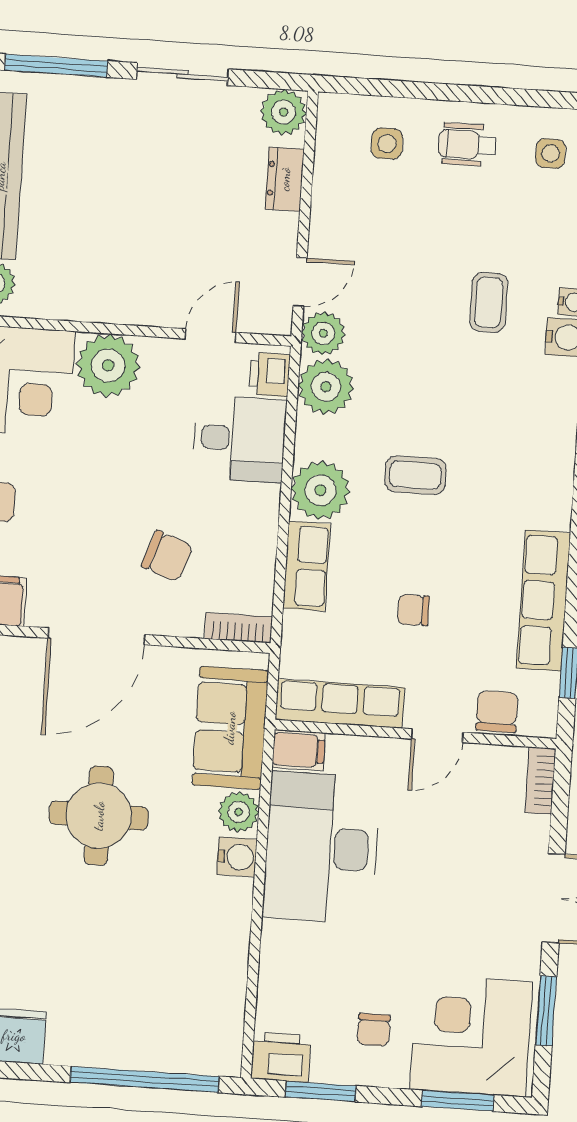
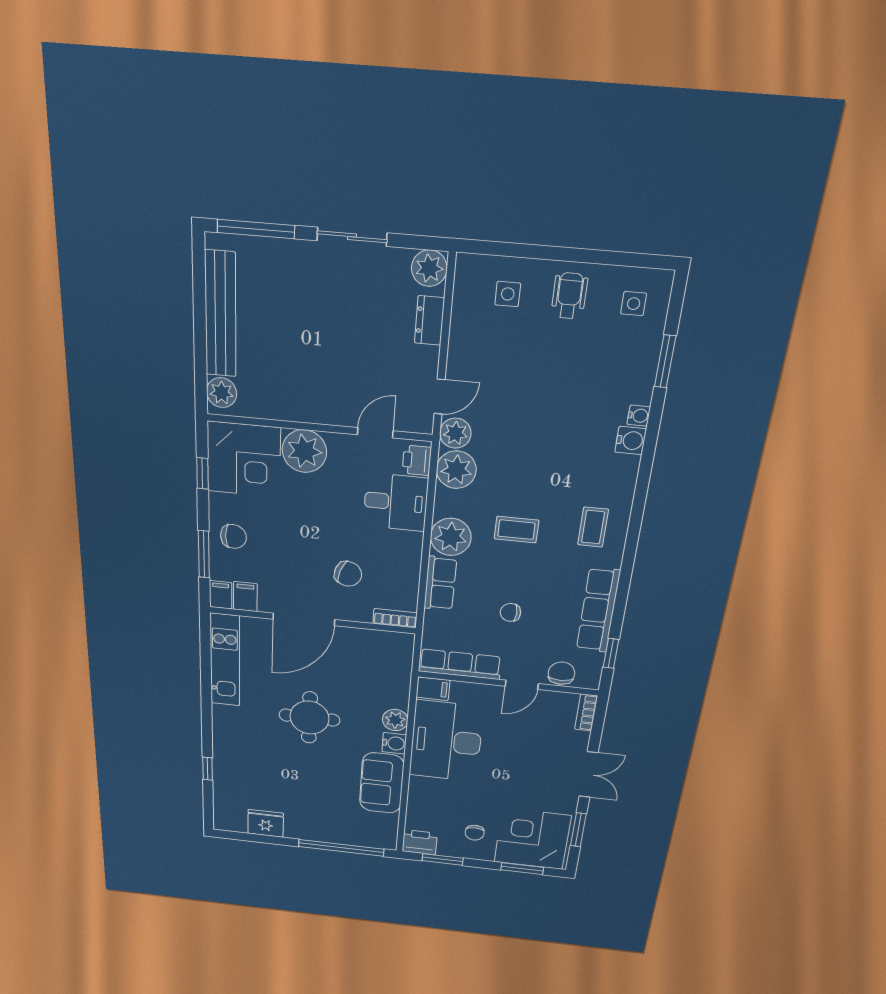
wheelchair: (467, 145) -> (569, 296), turned 90
coffee table: (489, 302) -> (593, 527), moved
sofa: (230, 728) -> (382, 783), moved

